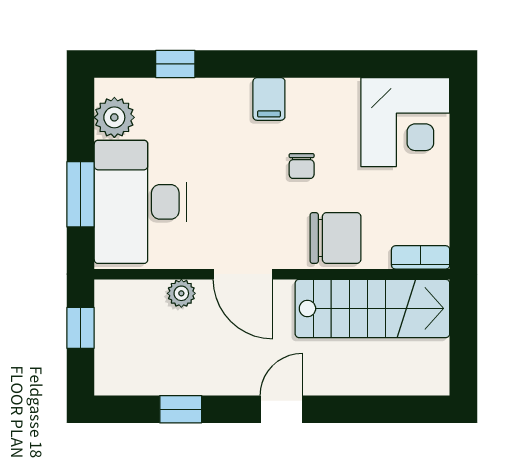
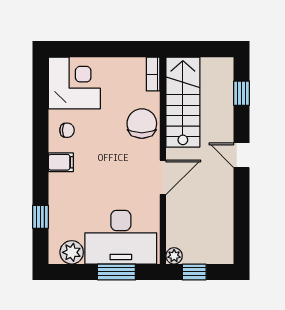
chair: (302, 166) -> (67, 130), moved
plant: (181, 293) -> (174, 256), moved
window: (181, 409) -> (241, 93), moved

